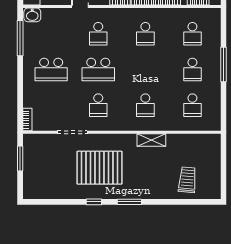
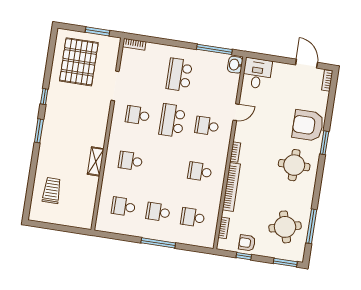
pallet: (99, 168) -> (79, 62), moved
trolley: (187, 180) -> (52, 190), turned -95

